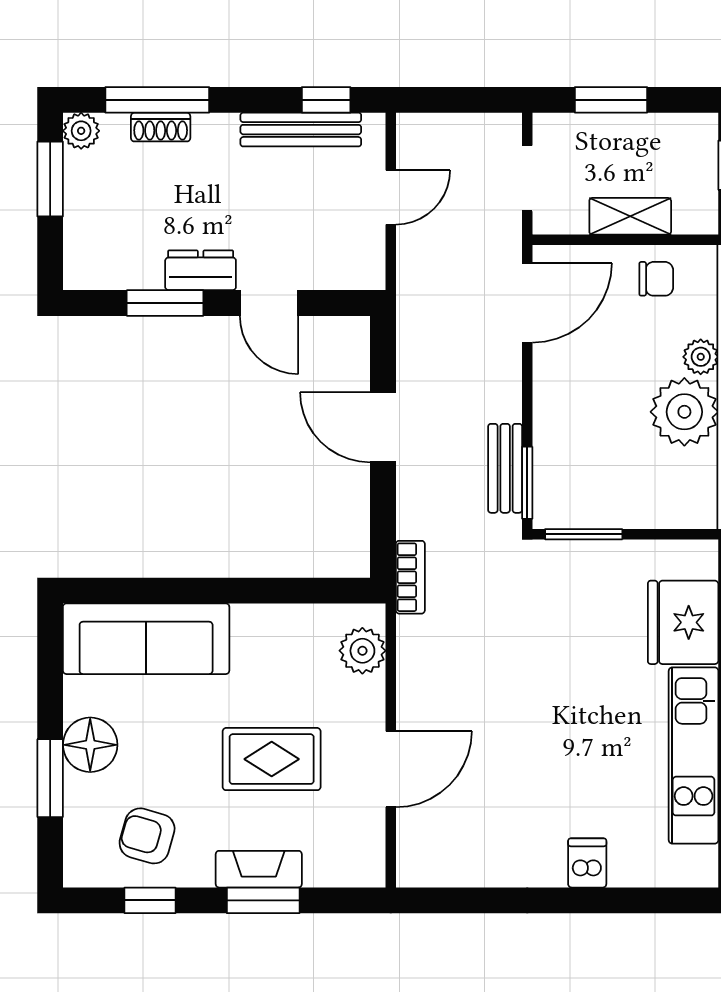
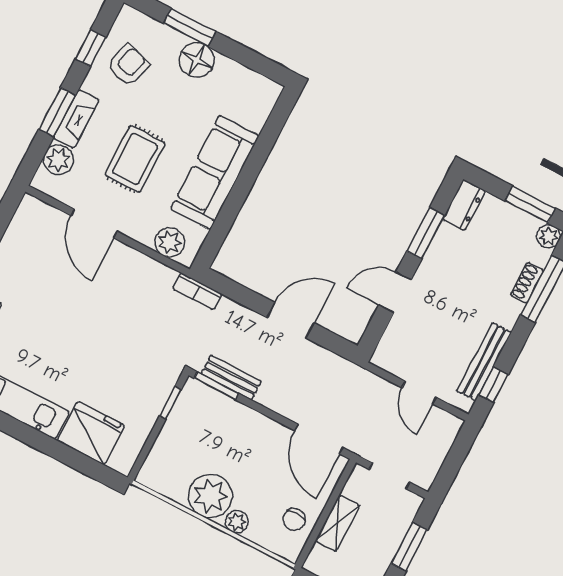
dresser: (201, 270) -> (464, 205), moved
window: (584, 534) -> (170, 403), width x0.67
sofa: (146, 639) -> (215, 172), moved
plant: (328, 864) -> (58, 160), added

